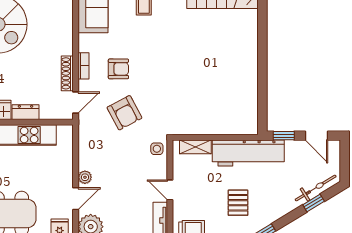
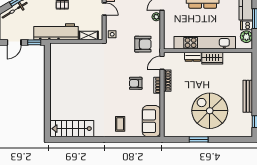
armchair: (124, 113) -> (143, 44), moved, turned 118
door: (317, 136) -> (14, 42), swing flipped

